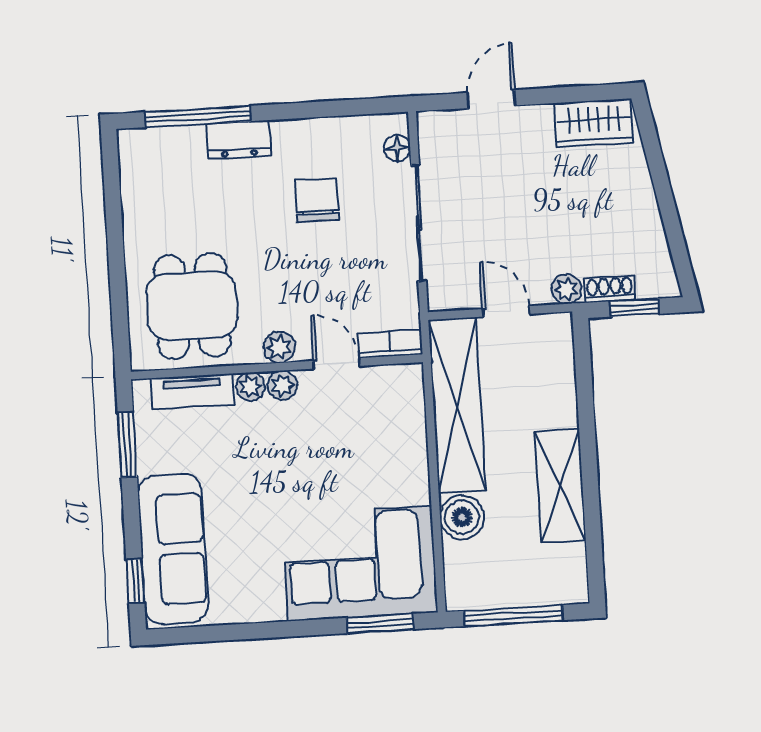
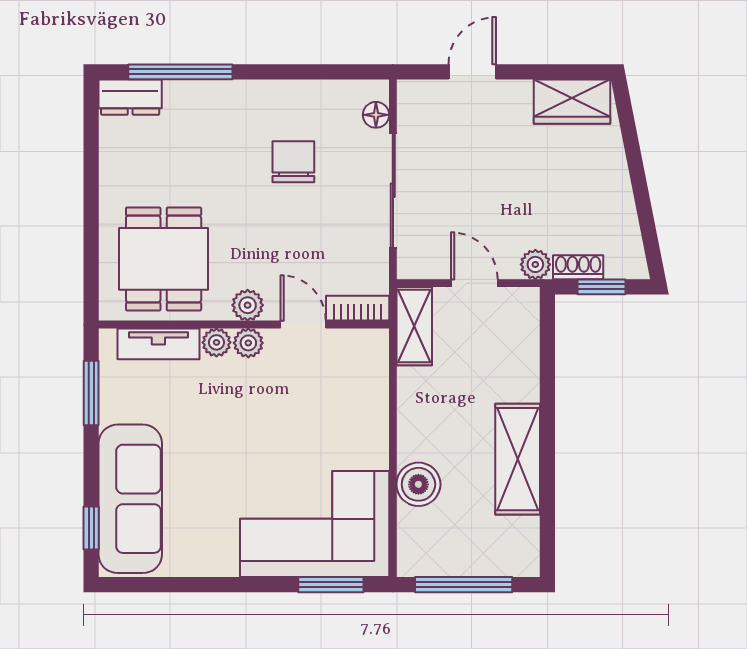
dresser: (239, 140) -> (130, 97), moved
shelving: (457, 405) -> (414, 326), width x0.45, depth x0.75

